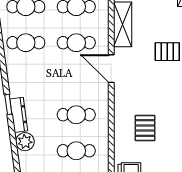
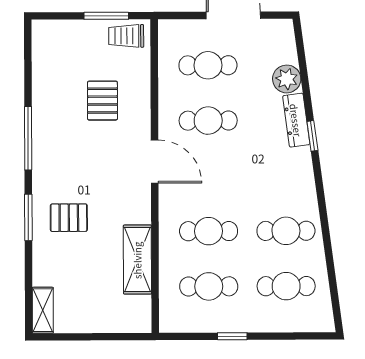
door: (111, 69) -> (155, 162), moved

